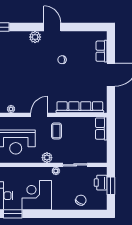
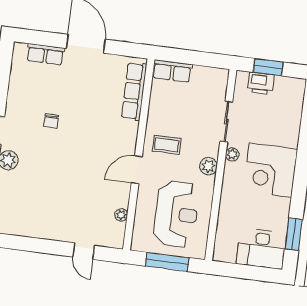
row of seats: (80, 107) -> (134, 91), width x0.73
door: (39, 115) -> (137, 170), hinge flipped
corner desk: (37, 195) -> (270, 170), moved
chair: (81, 200) -> (285, 120), removed

